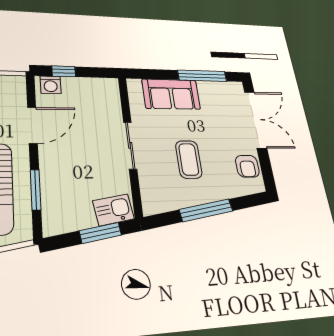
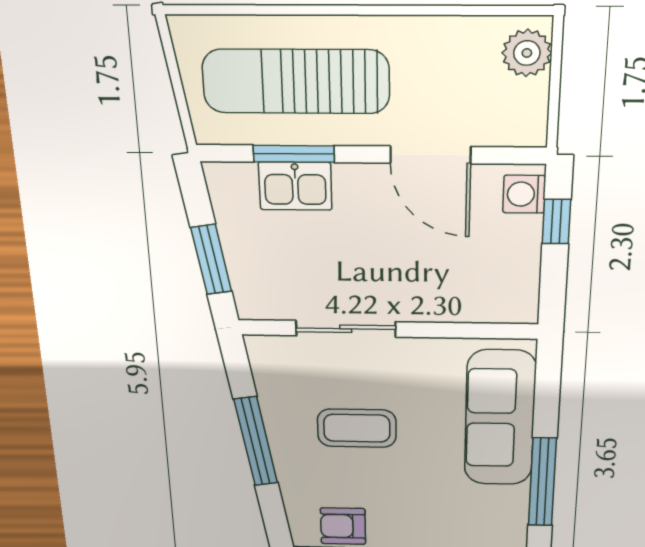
sofa: (171, 94) -> (500, 418), width x1.36
sliding door: (130, 145) -> (346, 329), moved
kitchen sink: (113, 210) -> (295, 186), moved, turned 99

